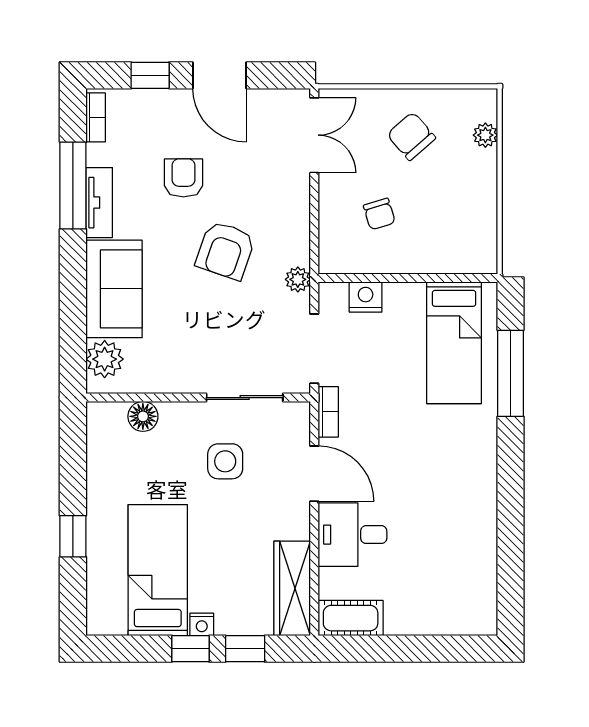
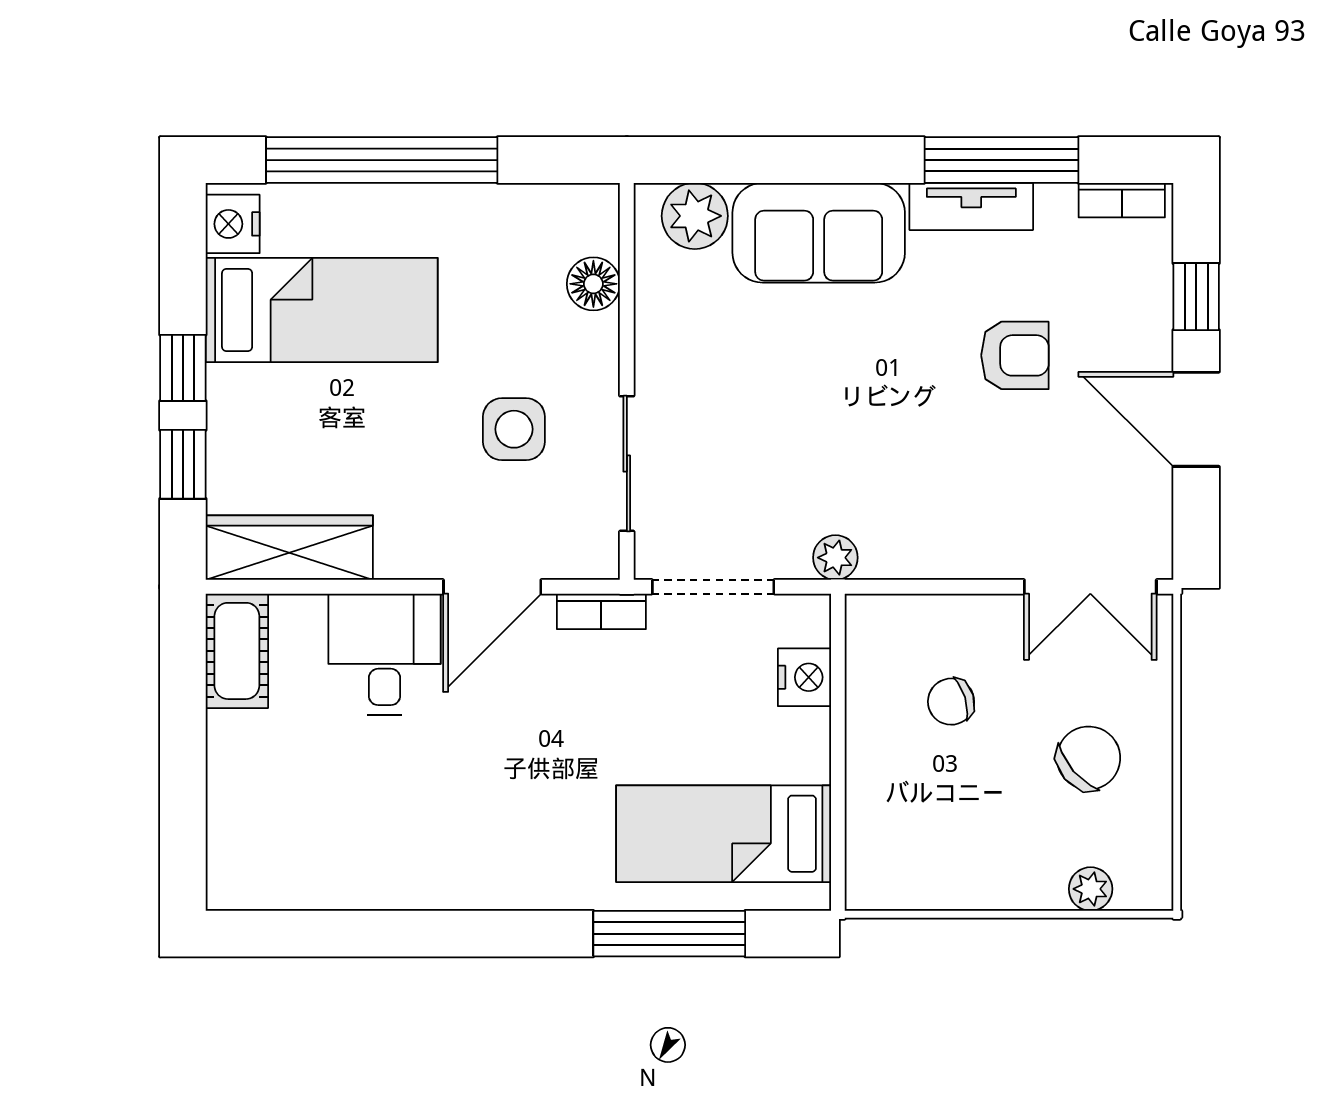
door: (220, 75) -> (1196, 419), hinge flipped
armchair: (225, 250) -> (887, 430), removed
window: (73, 536) -> (382, 160), width x3.17
nightstand: (202, 624) -> (233, 224), moved, width x1.39, depth x1.35

